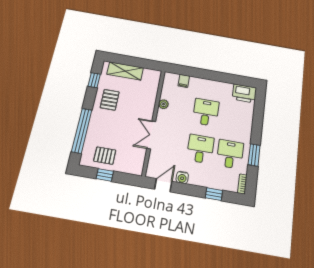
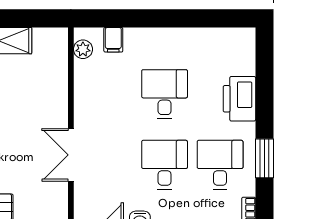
printer: (244, 93) -> (239, 99), moved, turned 90
plant: (163, 104) -> (83, 49), moved

